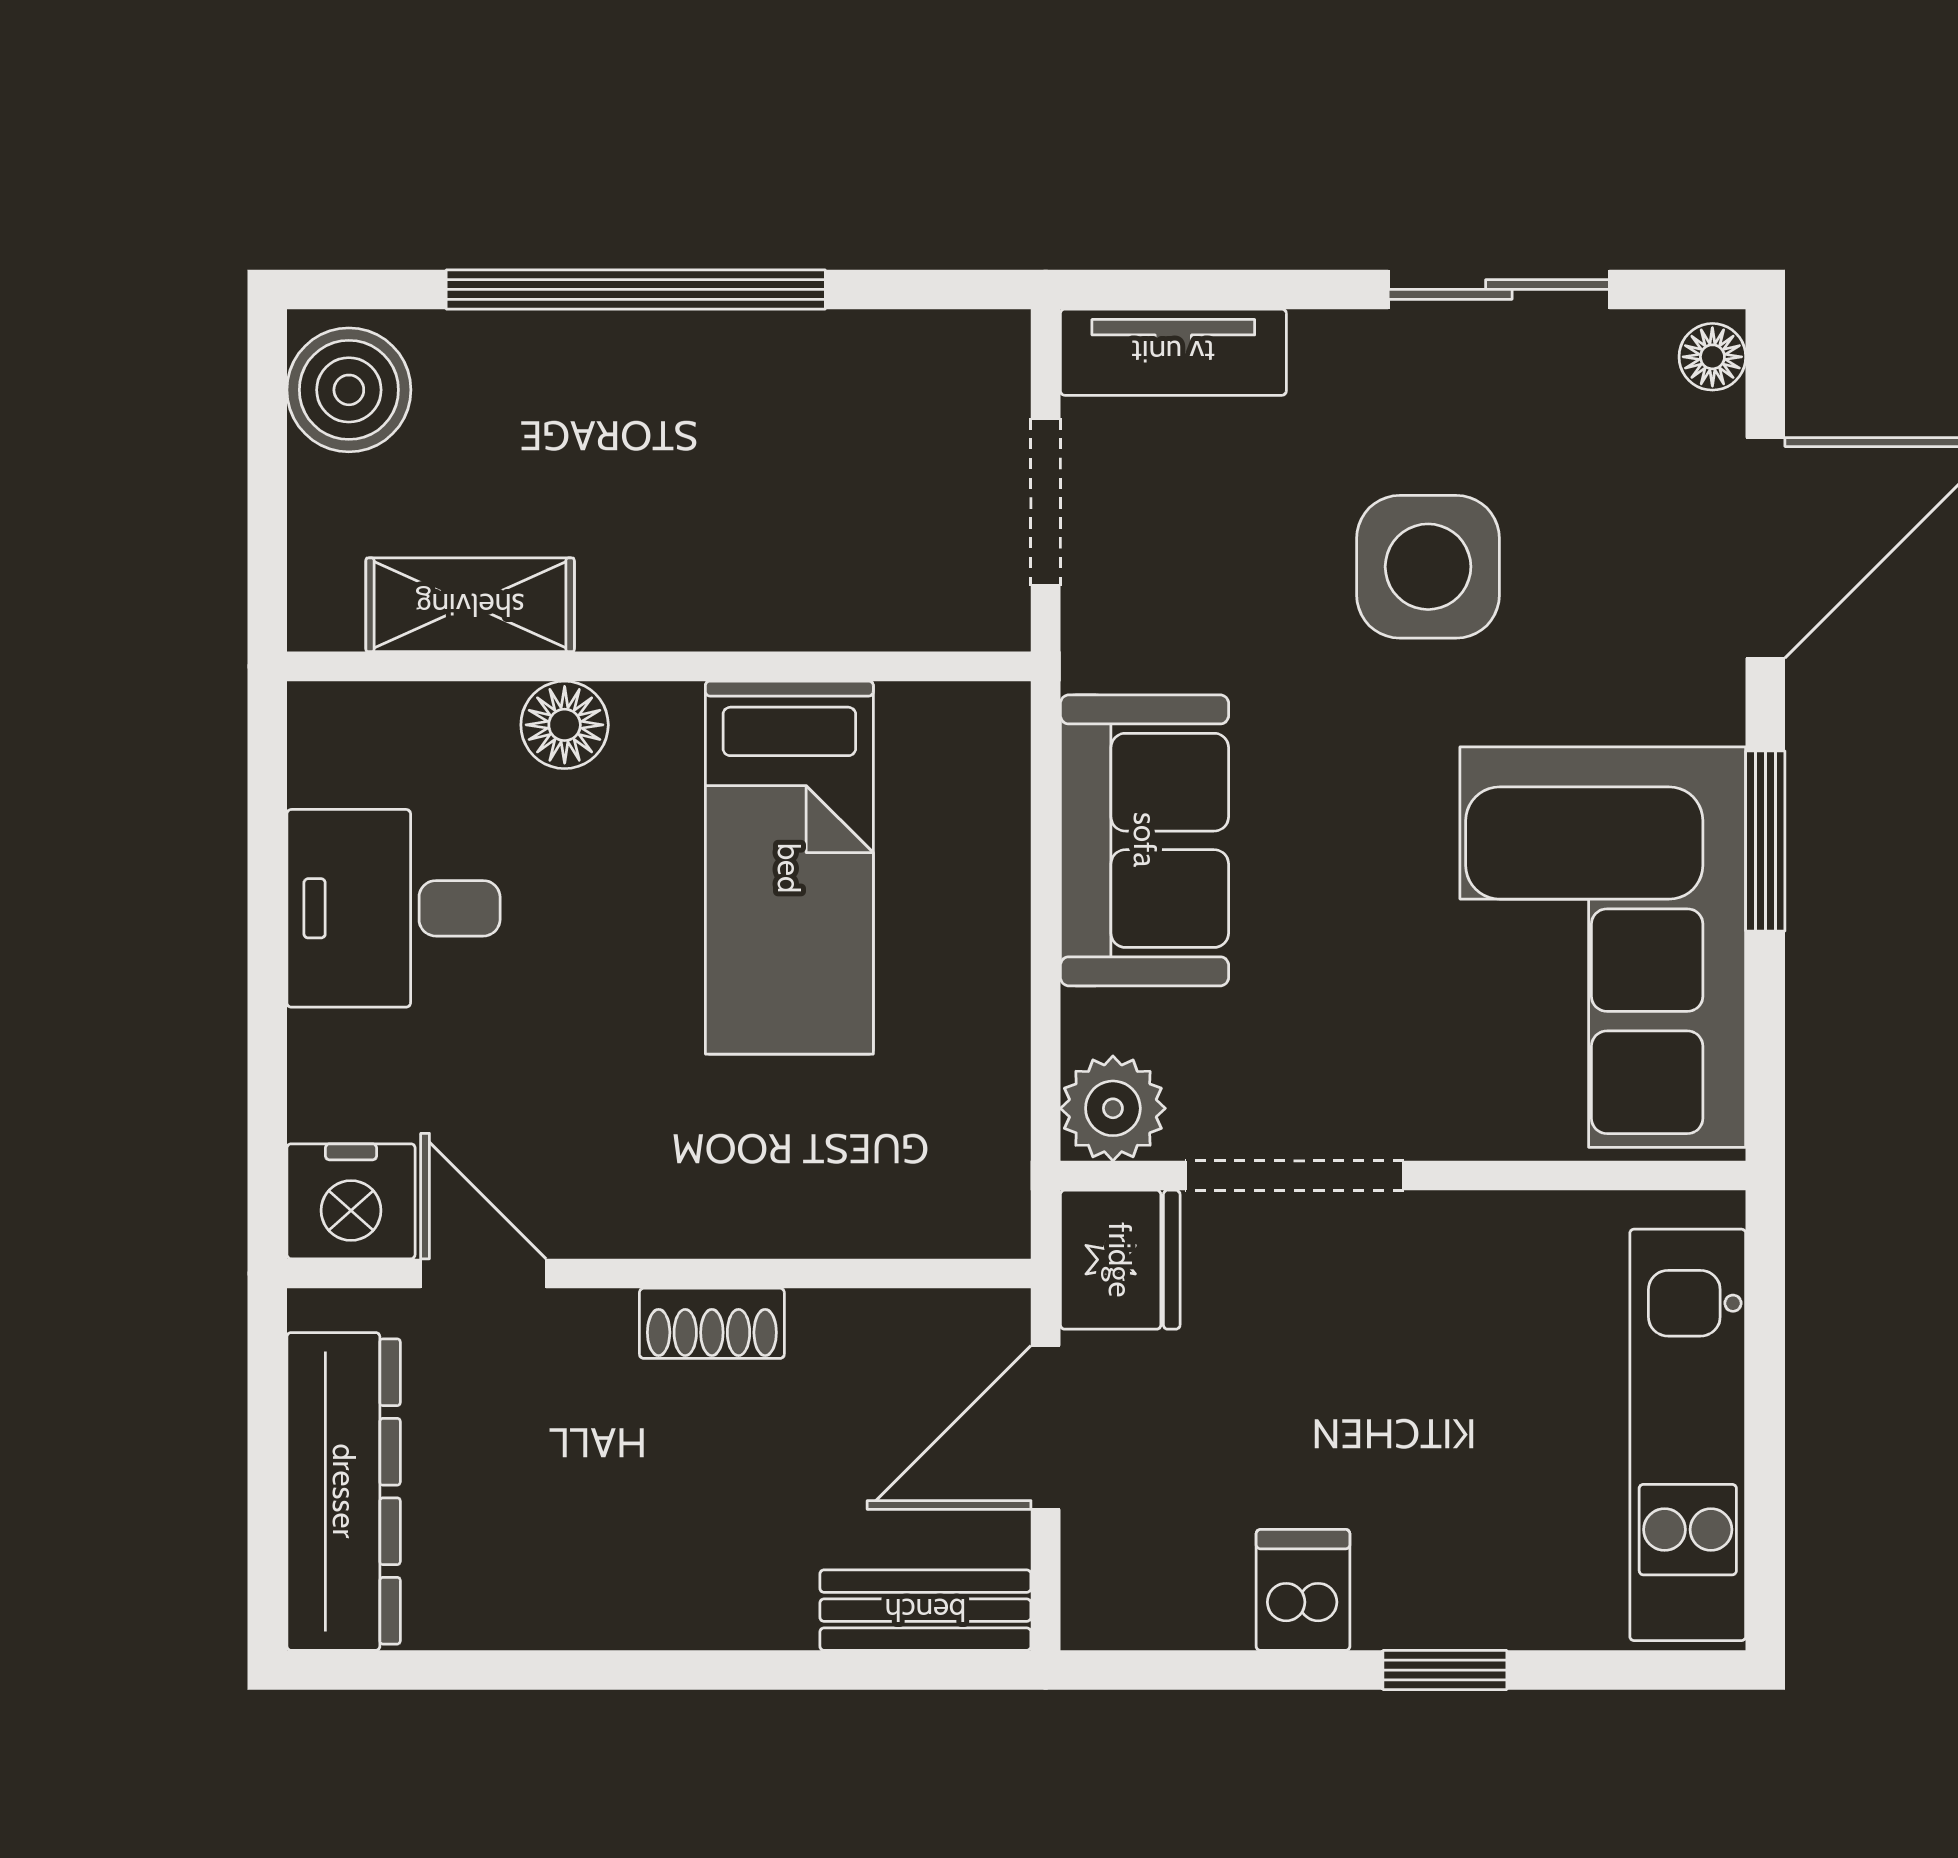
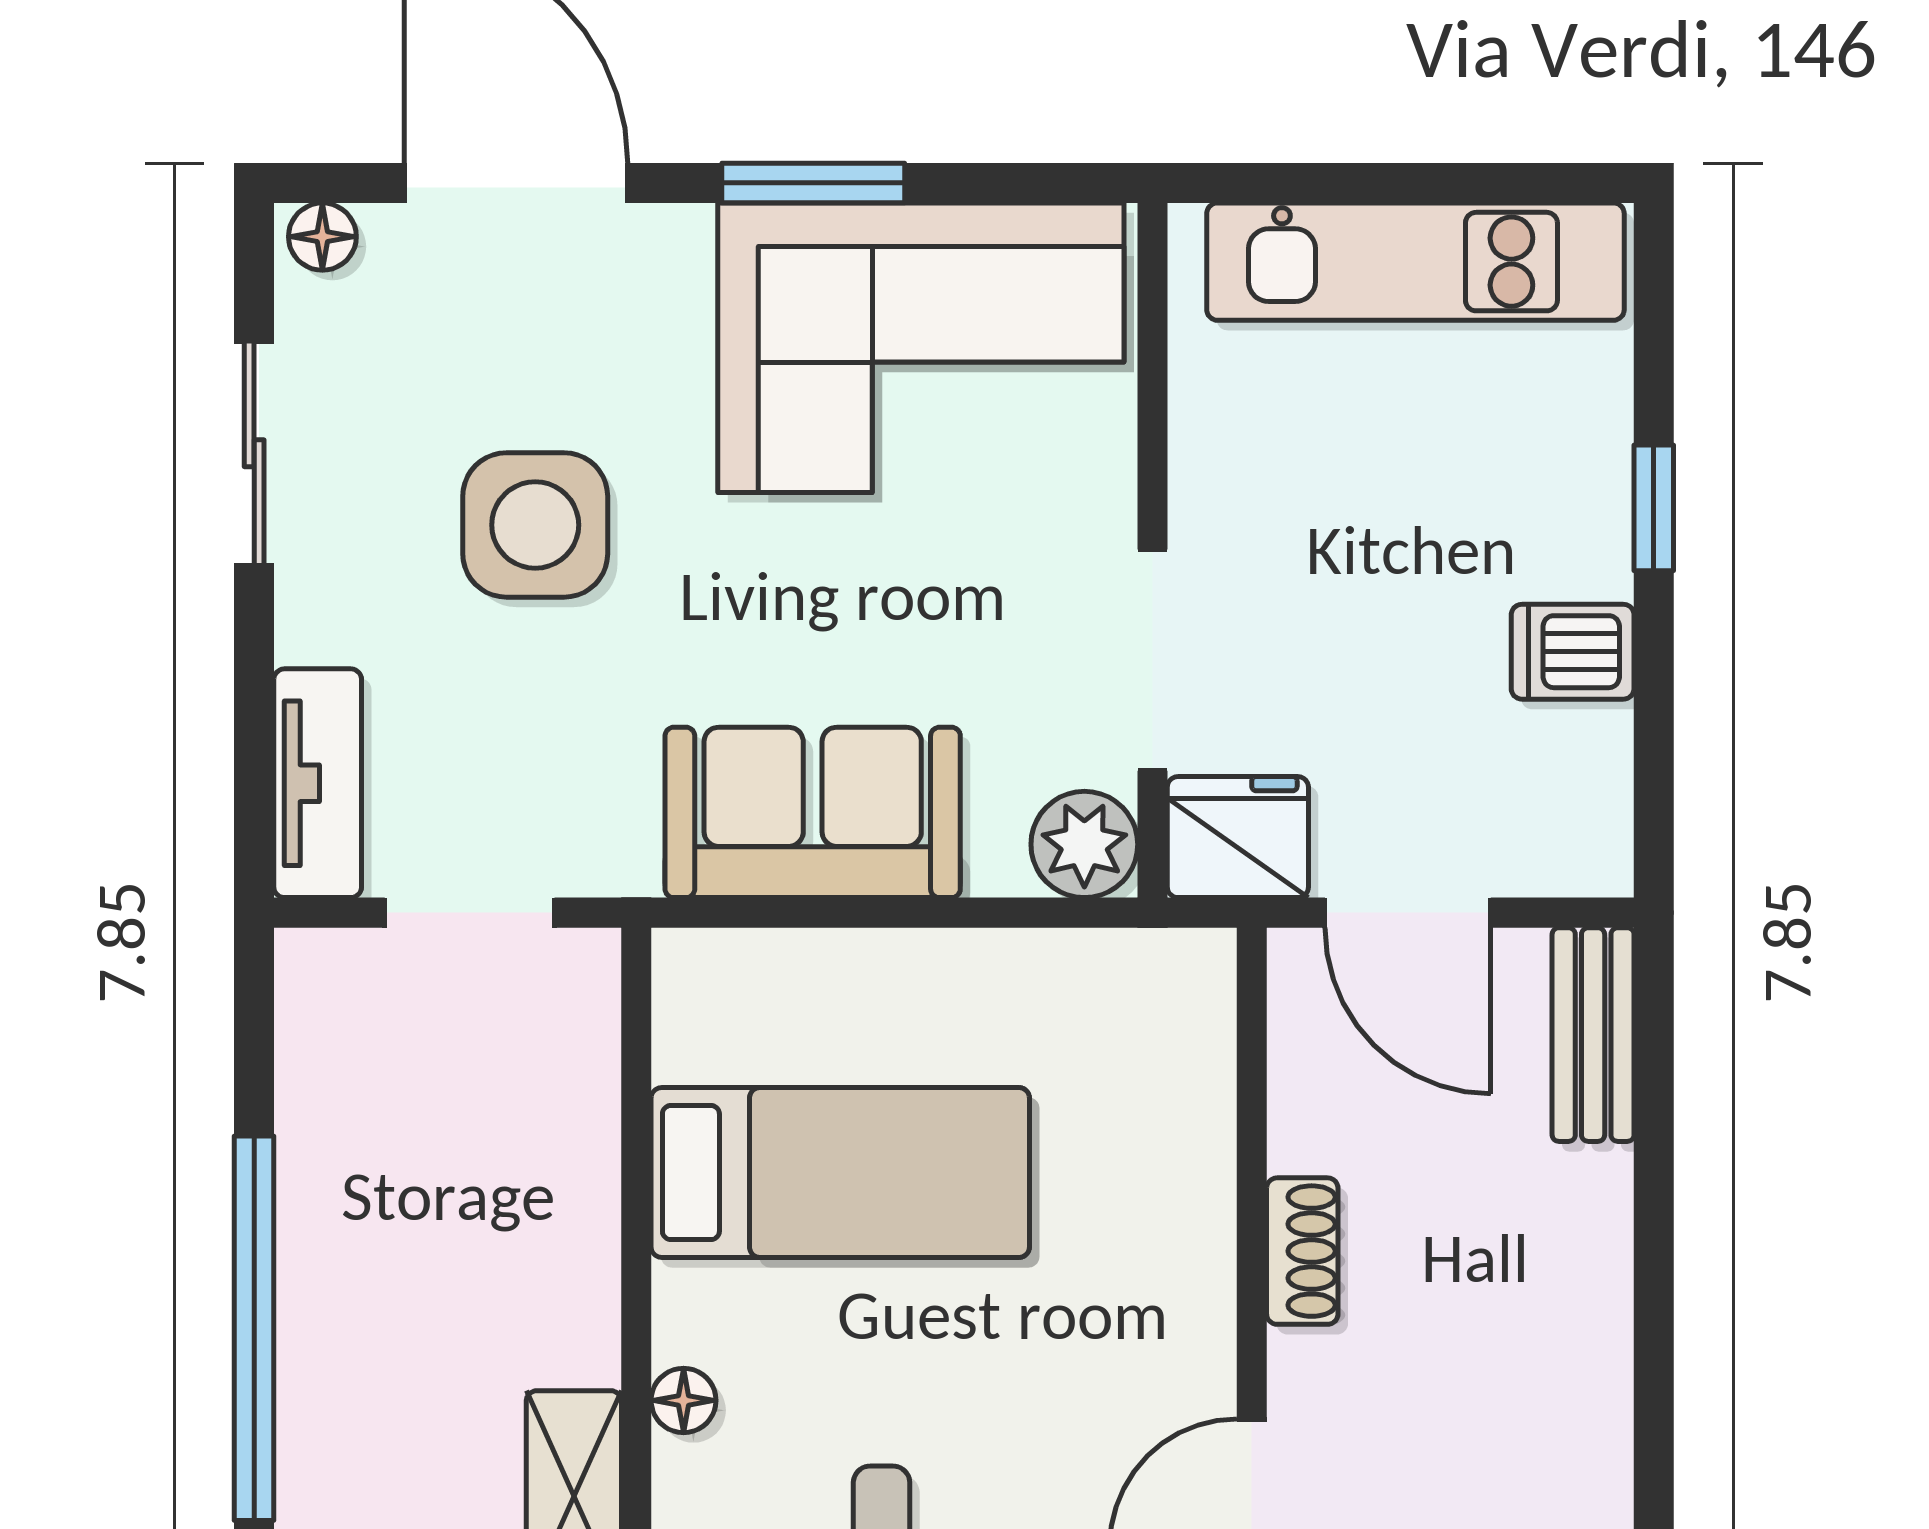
floor lamp: (565, 725) -> (684, 1400), width x0.73, depth x0.73

